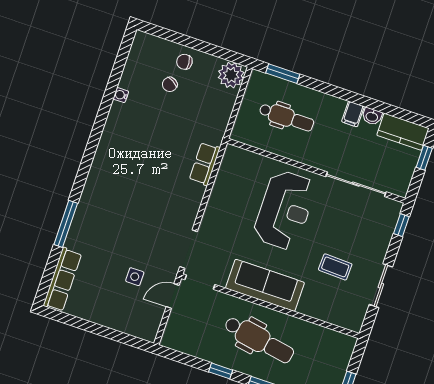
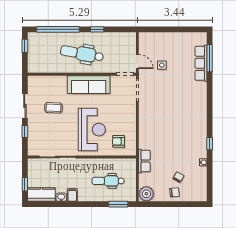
window: (100, 122) -> (210, 144), added
row of seats: (205, 164) -> (144, 161), moved
armchair: (248, 176) -> (118, 141), added
reception desk: (285, 210) -> (92, 130), turned 180
window: (66, 224) -> (210, 58), moved
window: (401, 225) -> (25, 131), moved
row of seats: (62, 279) -> (201, 63), moved
door: (173, 296) -> (137, 62), hinge flipped

